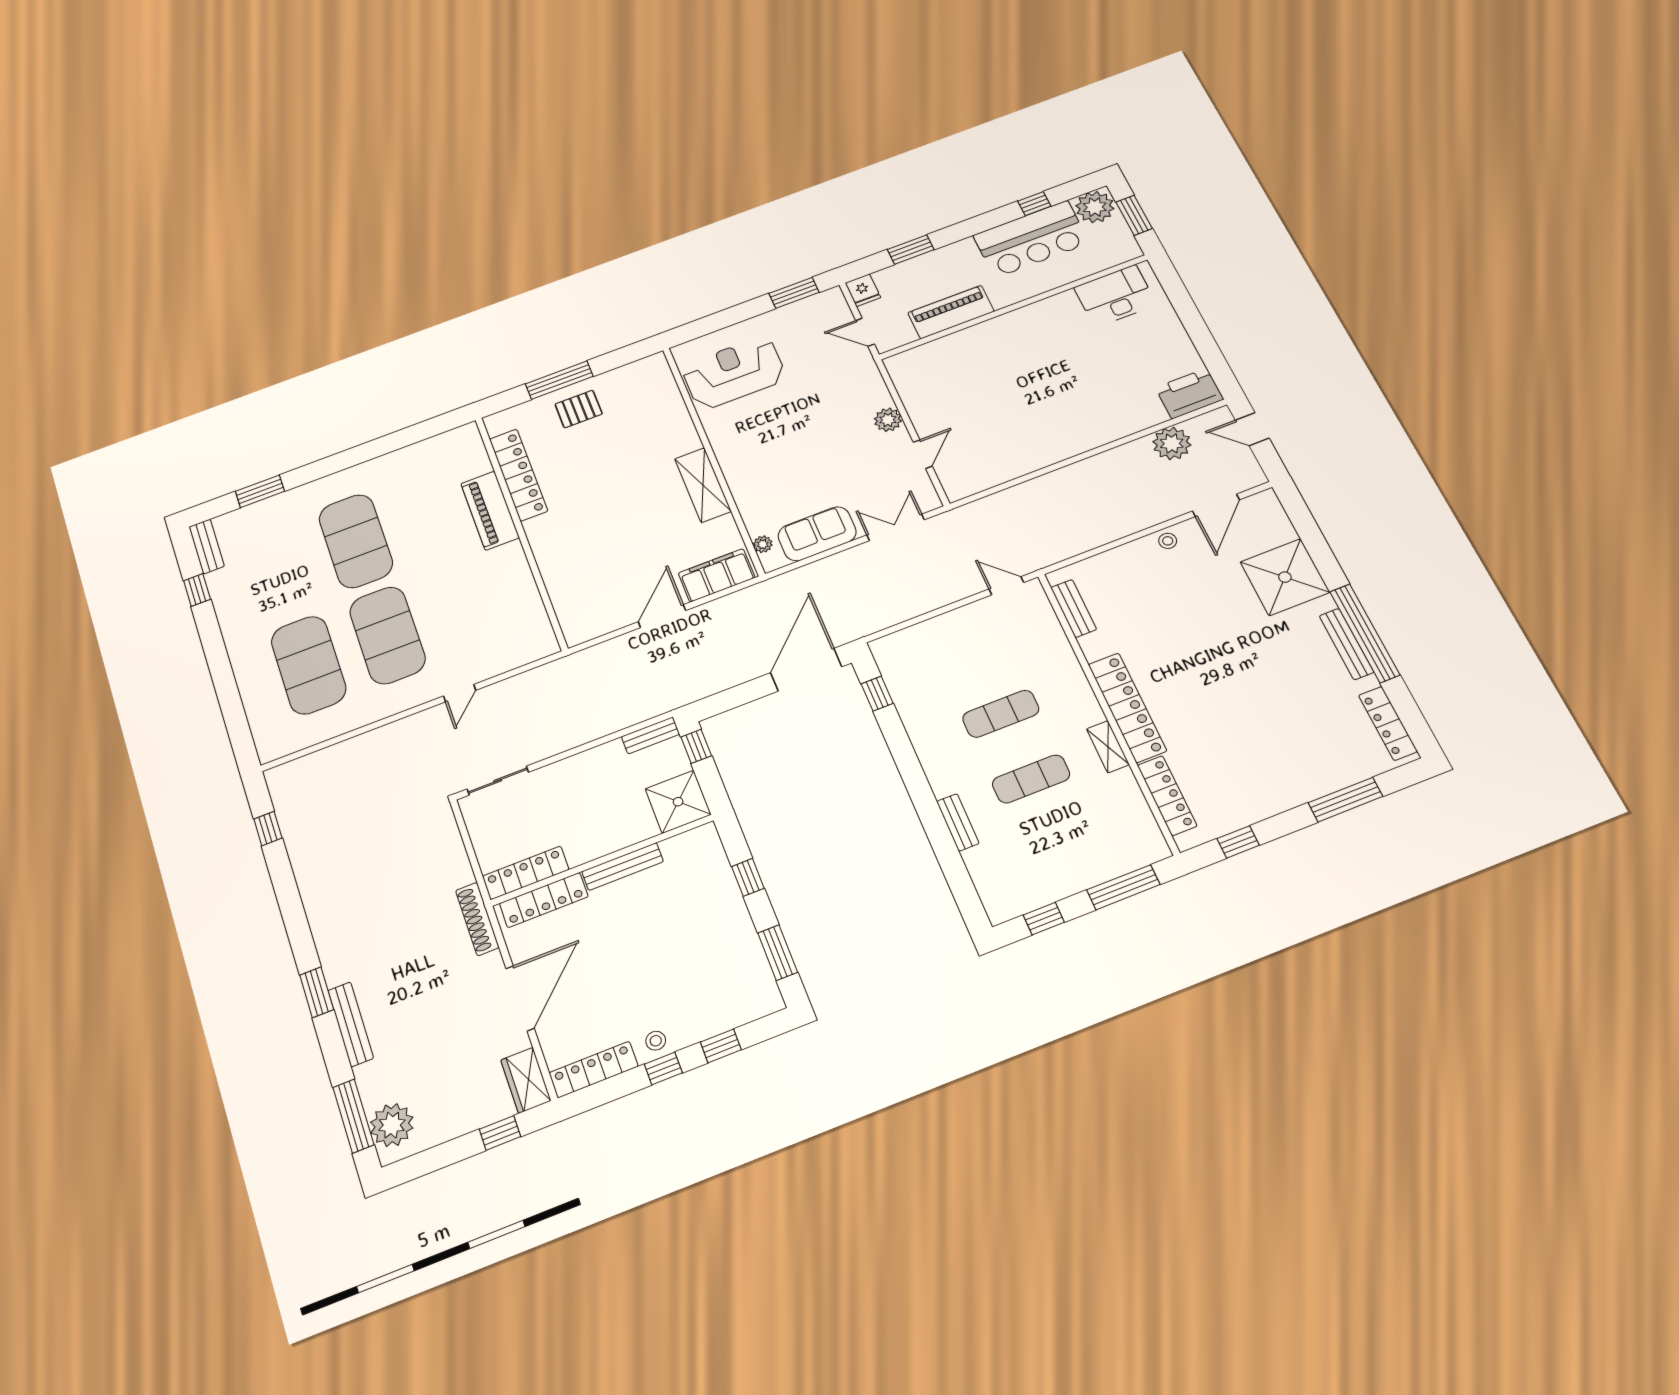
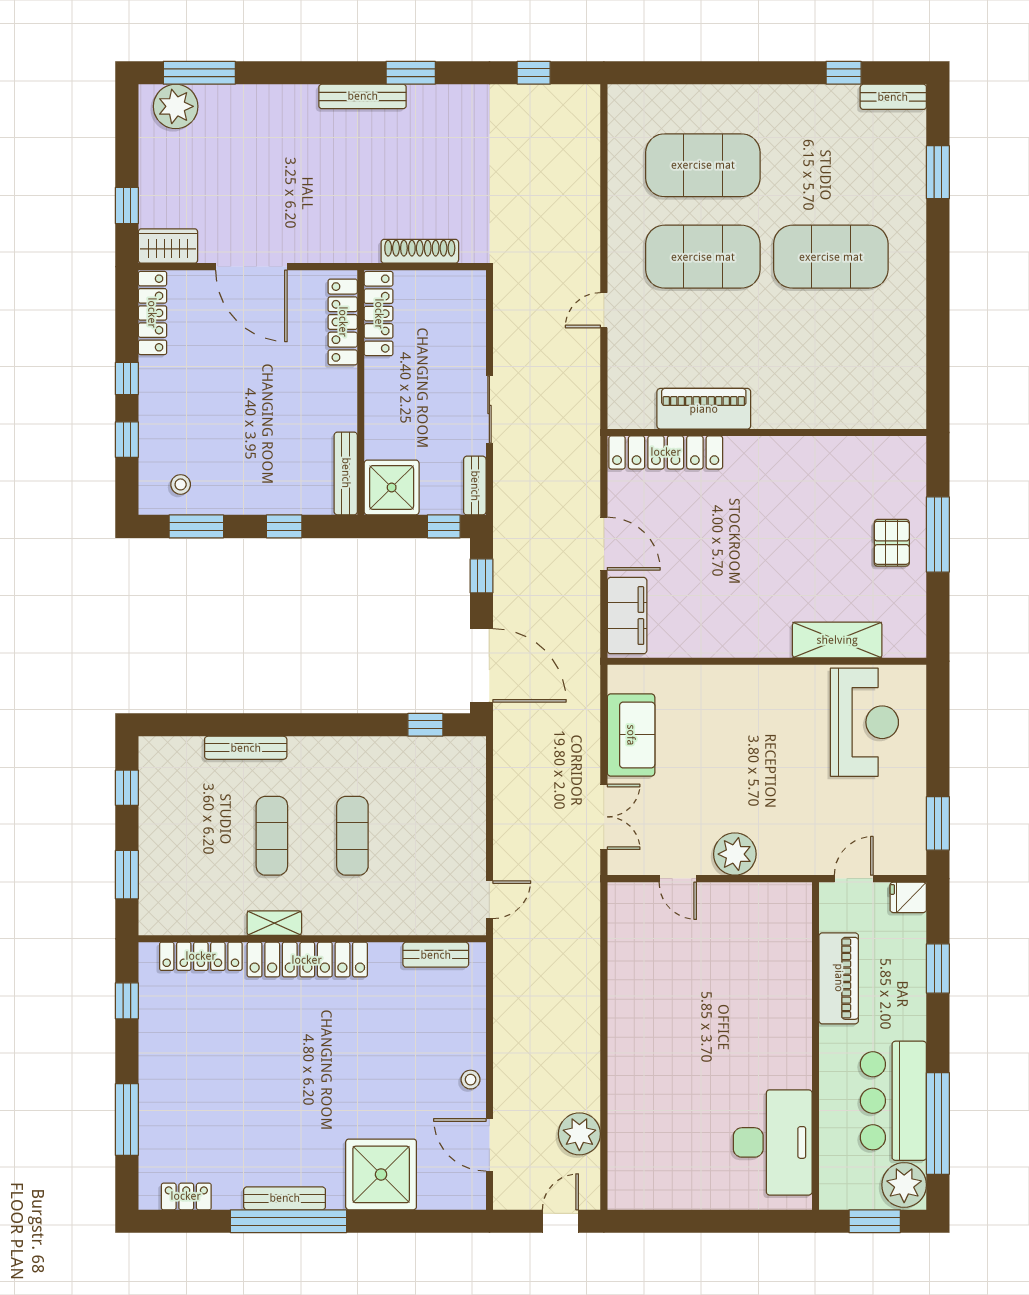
window: (1034, 204) -> (938, 1123), width x3.17
desk: (1115, 296) -> (773, 1142), width x1.36, depth x1.30
printer: (1189, 393) -> (630, 1178), removed
plant: (888, 420) -> (735, 854), width x1.36, depth x1.36
locker: (518, 475) -> (666, 452), moved
shelving: (703, 485) -> (837, 640), moved
piano: (490, 511) -> (704, 409), moved
plant: (763, 544) -> (643, 675), removed
door: (460, 693) -> (604, 310), hinge flipped
window: (728, 700) -> (481, 576), added
locker: (1388, 723) -> (186, 1196), width x0.66
sliding door: (498, 781) -> (489, 410), moved
bench: (958, 822) -> (246, 748), width x1.36
bench: (623, 867) -> (346, 473), moved
window: (1123, 887) -> (127, 875), width x0.69
shoe rack: (477, 919) -> (420, 251), moved
window: (317, 992) -> (411, 73), moved
bench: (351, 1024) -> (363, 96), moved
stool: (656, 1041) -> (181, 484), moved

